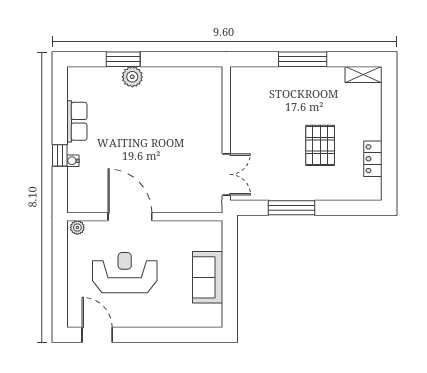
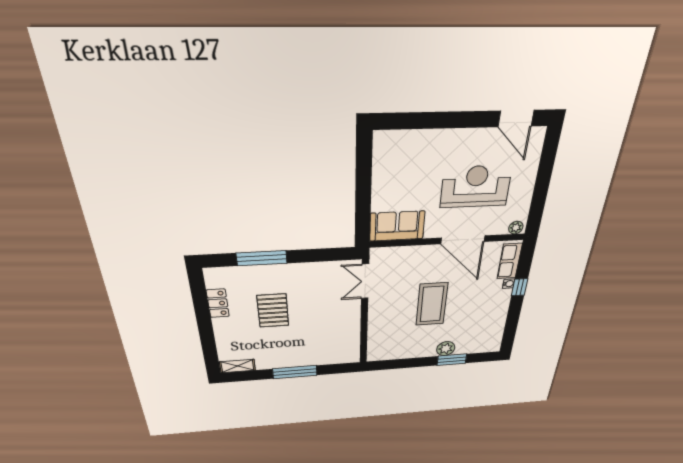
row of seats: (77, 121) -> (510, 261), moved
coffee table: (154, 140) -> (432, 304), added
window: (291, 208) -> (262, 258), moved
reception desk: (125, 273) -> (476, 187), turned 180
sofa: (208, 277) -> (397, 226), moved, turned -90

